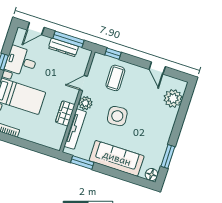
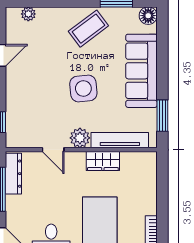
dresser: (63, 47) -> (13, 174), moved
coffee table: (115, 78) -> (88, 29), moved, turned -36
plant: (173, 98) -> (28, 14), width x0.53, depth x0.53

